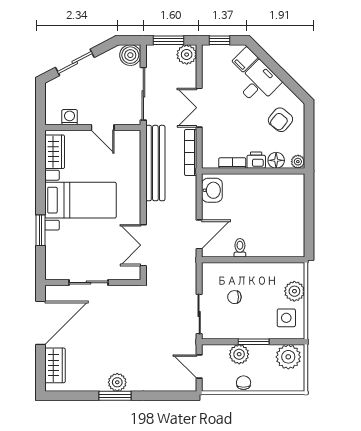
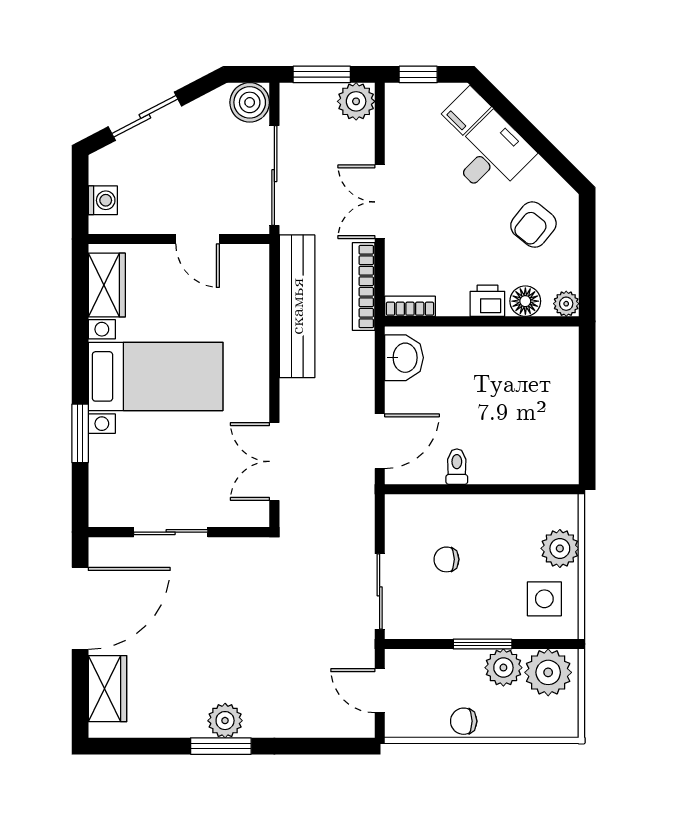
washing machine: (70, 117) -> (103, 200), moved, turned 90
bookcase: (232, 163) -> (410, 306), moved
plant: (239, 354) -> (503, 668), moved
chair: (244, 383) -> (464, 721), turned -90

